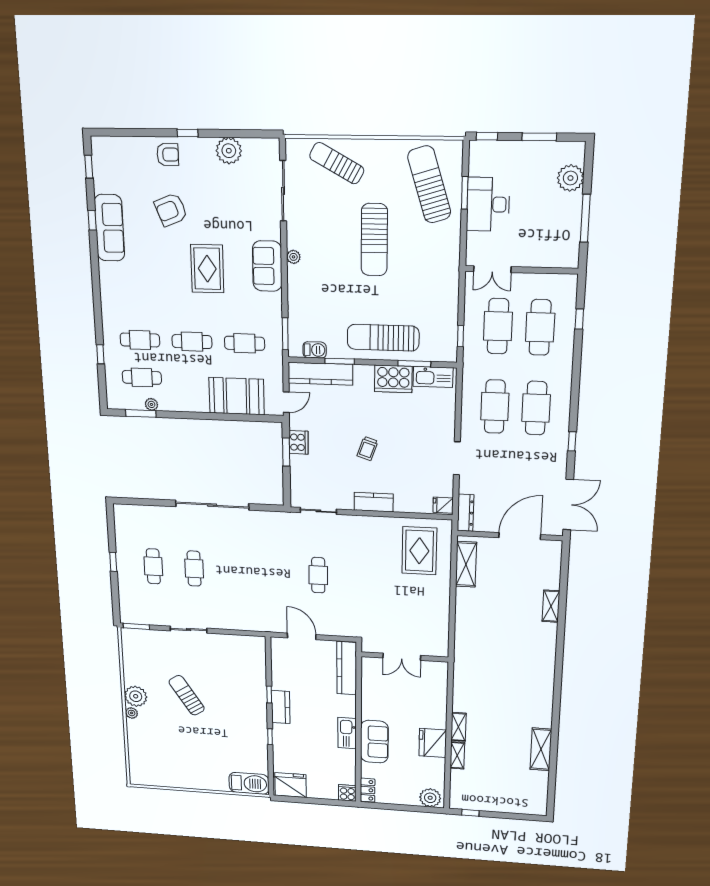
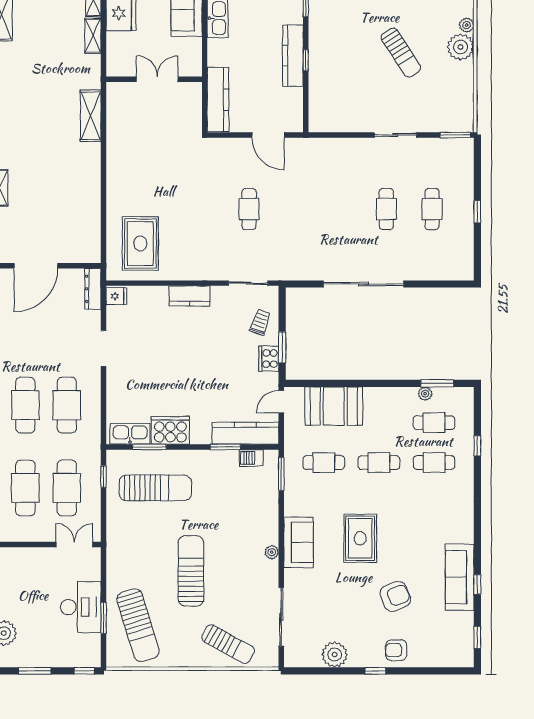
sun lounger: (383, 338) -> (155, 488), moved
trolley: (367, 448) -> (260, 322), moved
shelving: (466, 564) -> (91, 116), moved
double door: (402, 657) -> (157, 79), moved
wall: (405, 657) -> (154, 79), moved
kitchen counter: (281, 707) -> (293, 56), width x1.50

